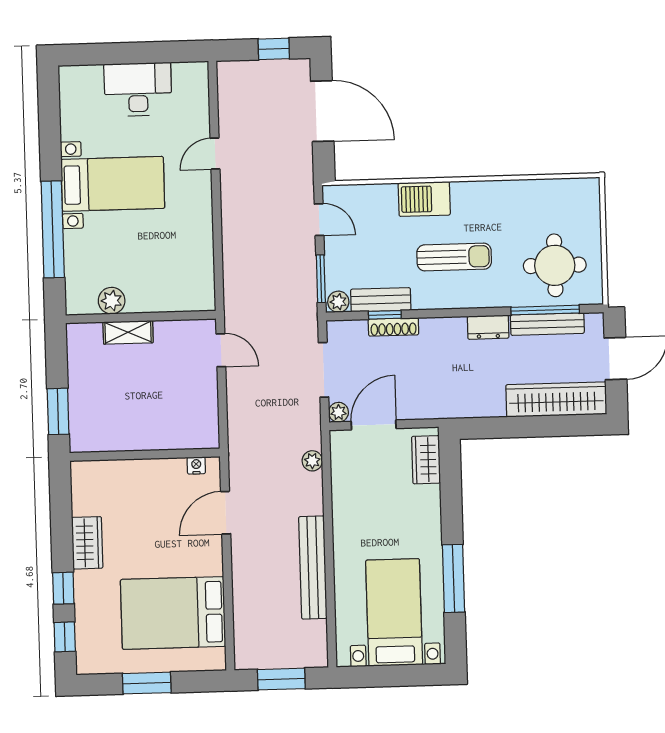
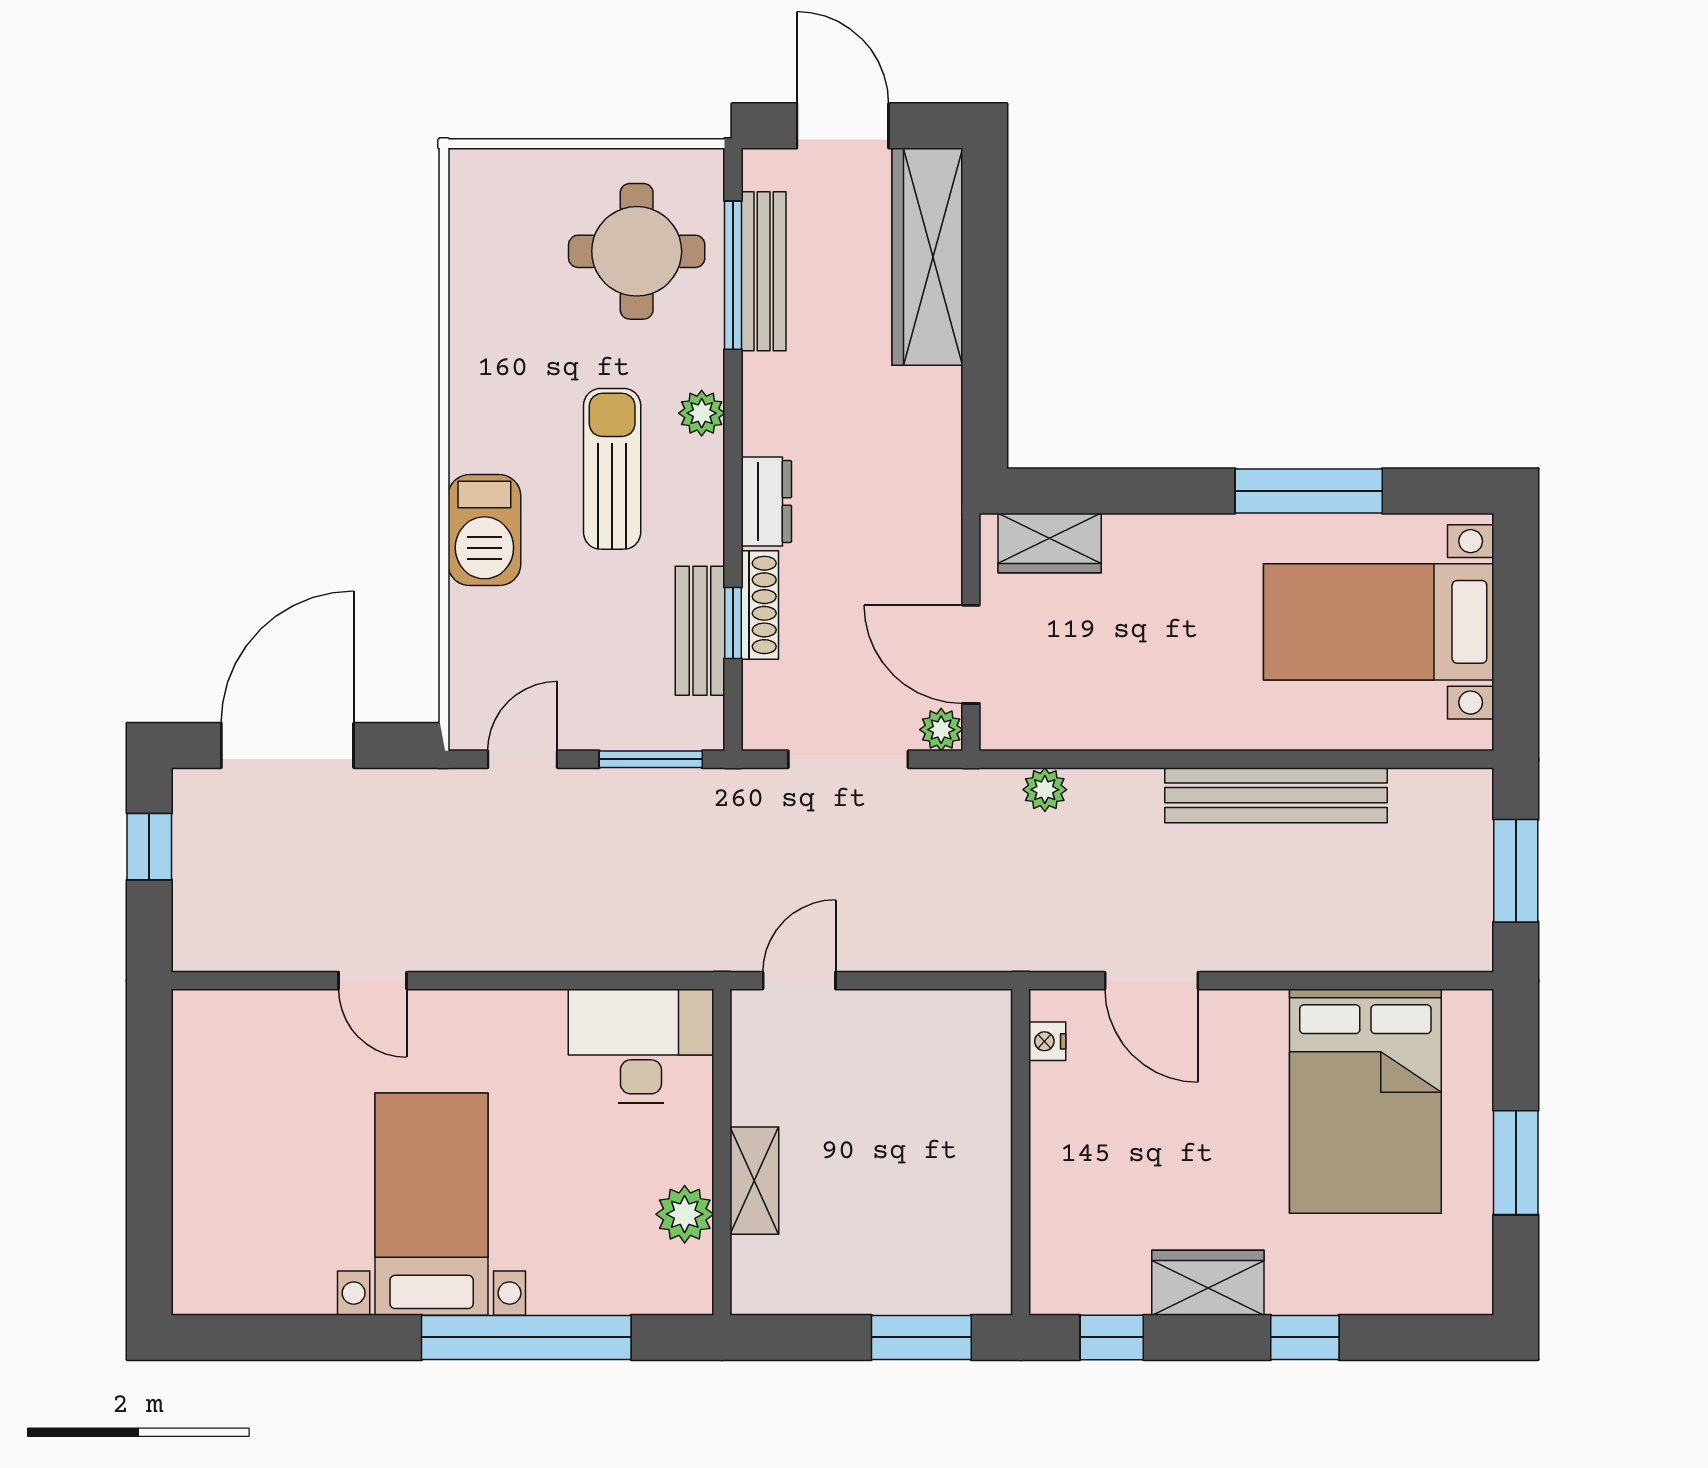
desk: (138, 89) -> (641, 1046), moved, turned 90
plant: (338, 302) -> (702, 413), moved
dresser: (488, 327) -> (766, 501), moved
window: (65, 637) -> (1112, 1337), moved

